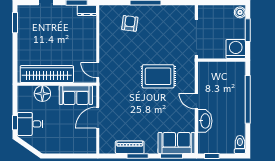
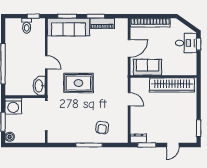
door: (98, 70) -> (129, 99), moved
floor lamp: (42, 94) -> (176, 69), removed
washbasin: (205, 121) -> (39, 86), moved
sofa: (177, 143) -> (68, 27), width x1.36
toilet: (240, 145) -> (27, 26), moved
bookcase: (73, 148) -> (150, 23), added

